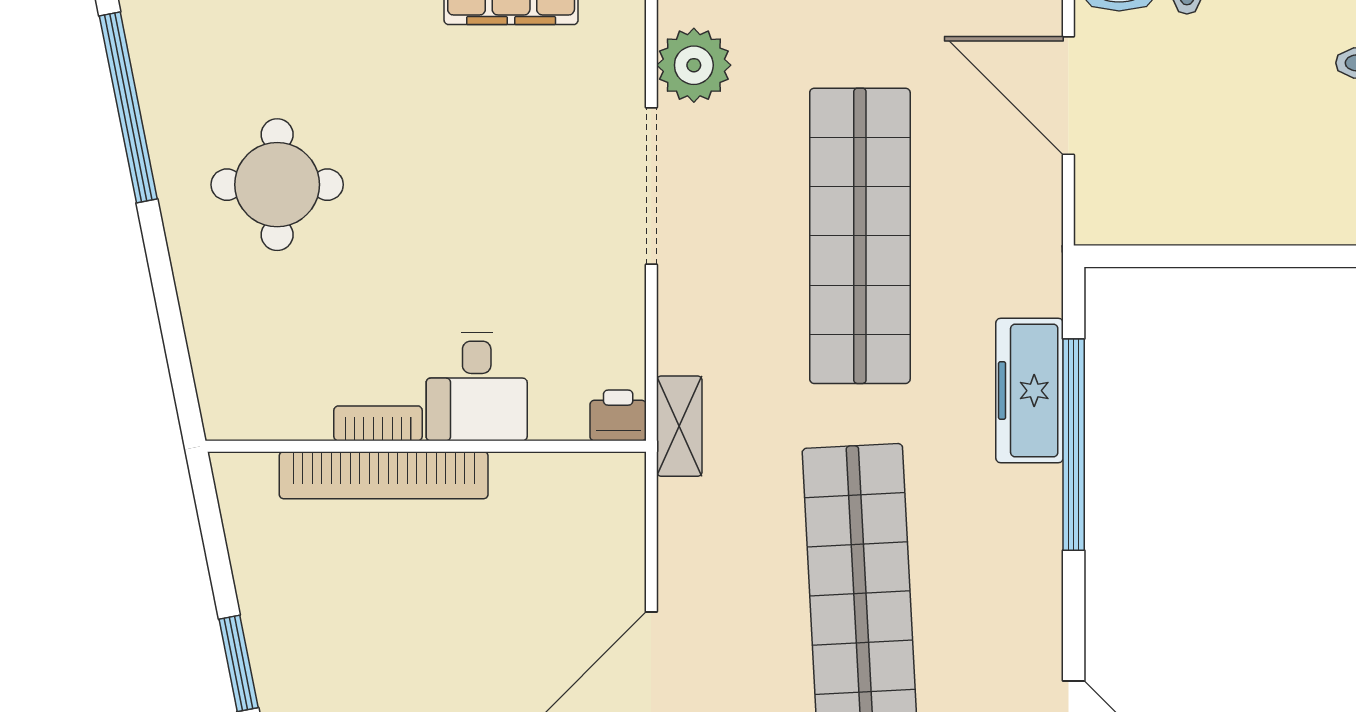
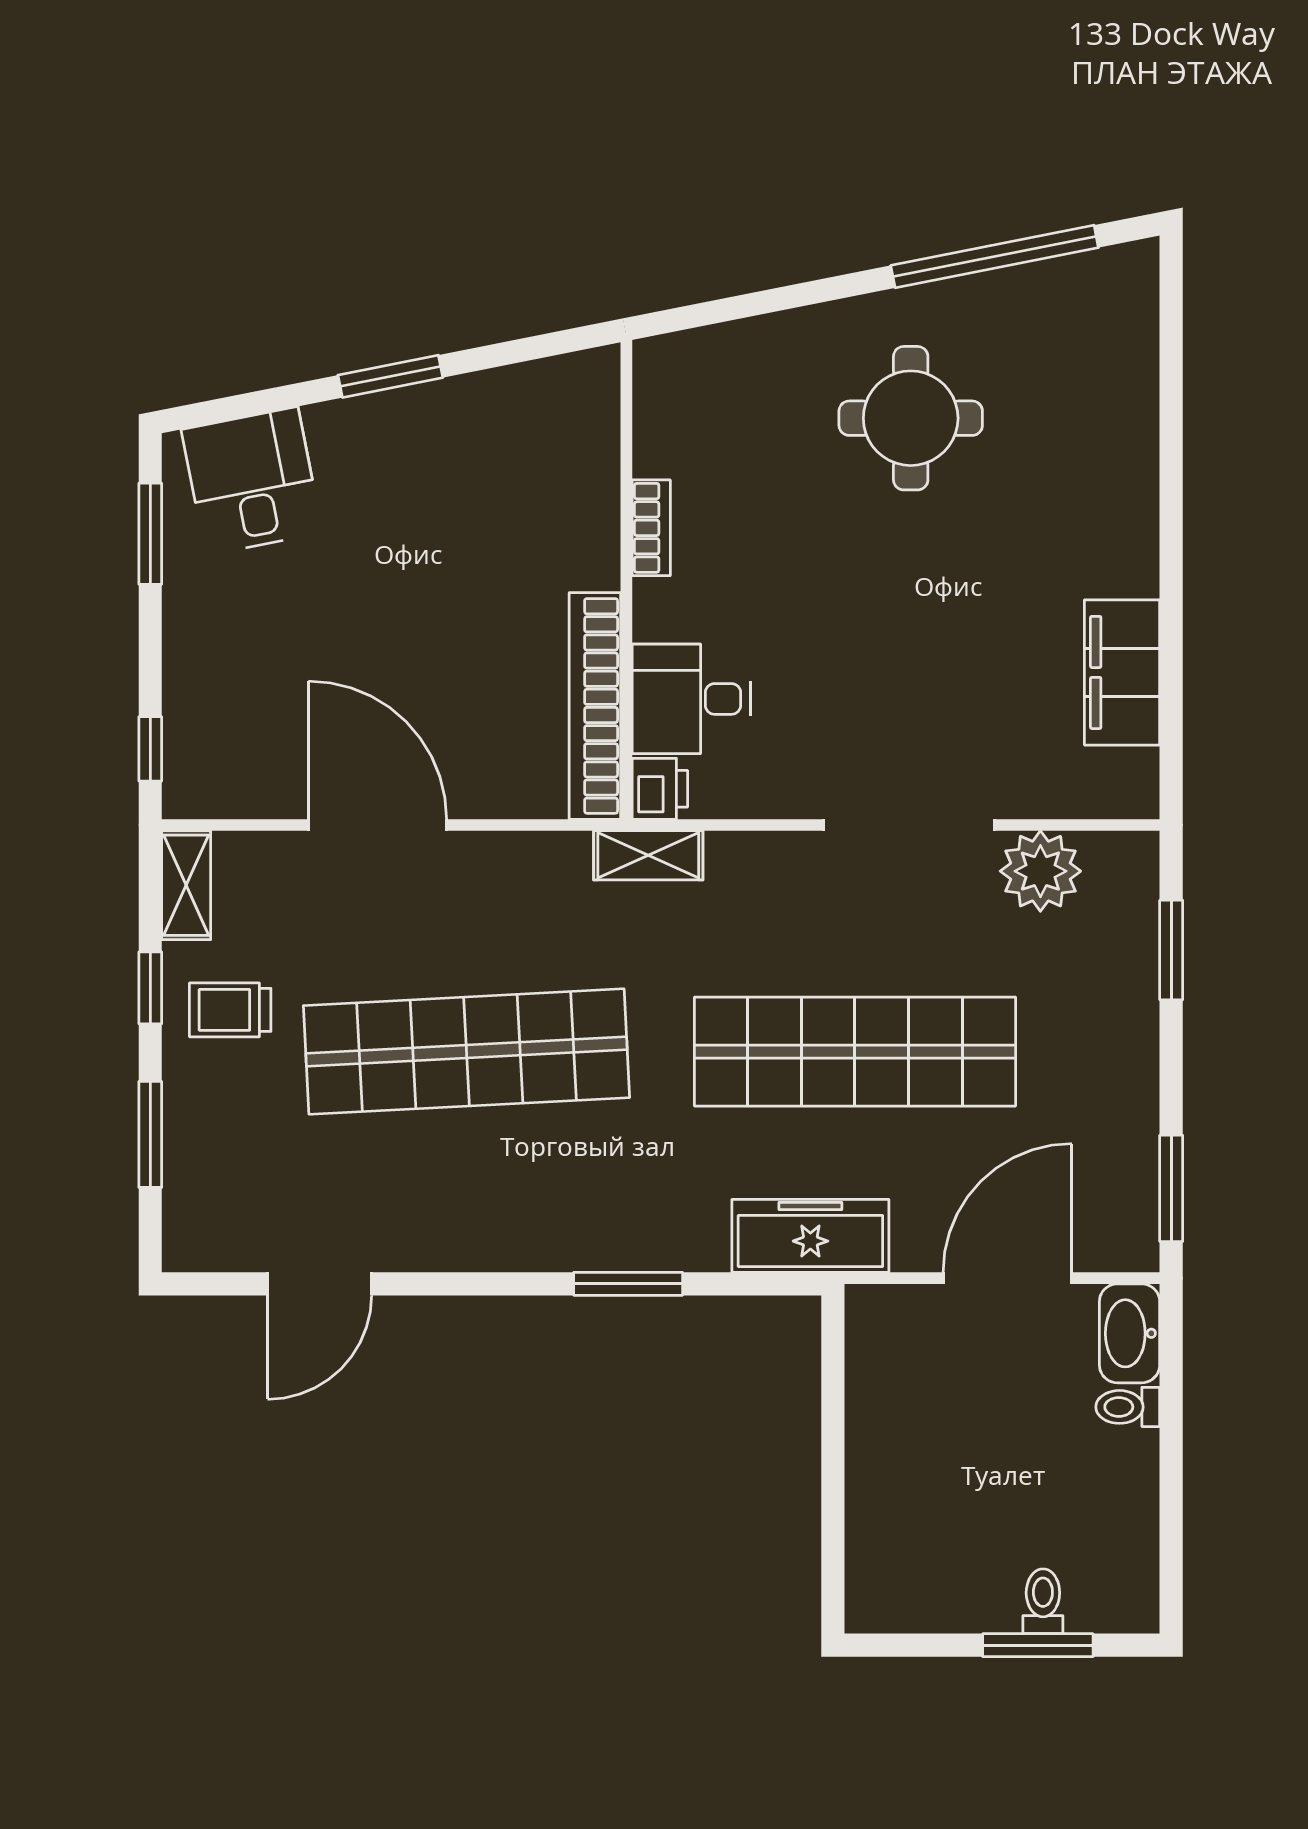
desk: (477, 387) -> (691, 699), moved
freezer: (1030, 391) -> (810, 1236), moved
window: (1074, 445) -> (628, 1284), width x0.47
bookcase: (384, 475) -> (595, 706), moved

